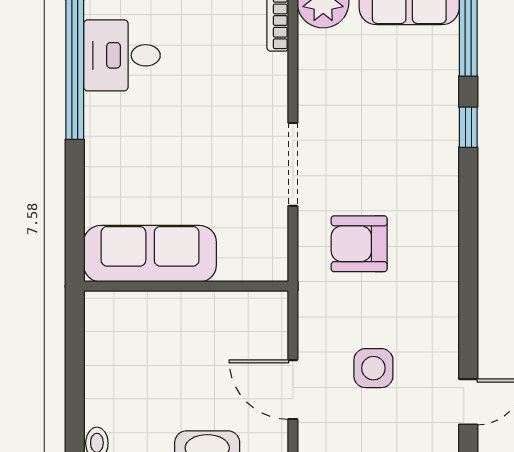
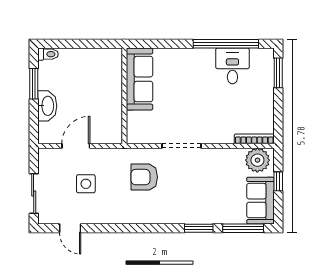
window: (468, 127) -> (199, 228), width x1.50
armchair: (359, 244) -> (144, 177), turned -90

